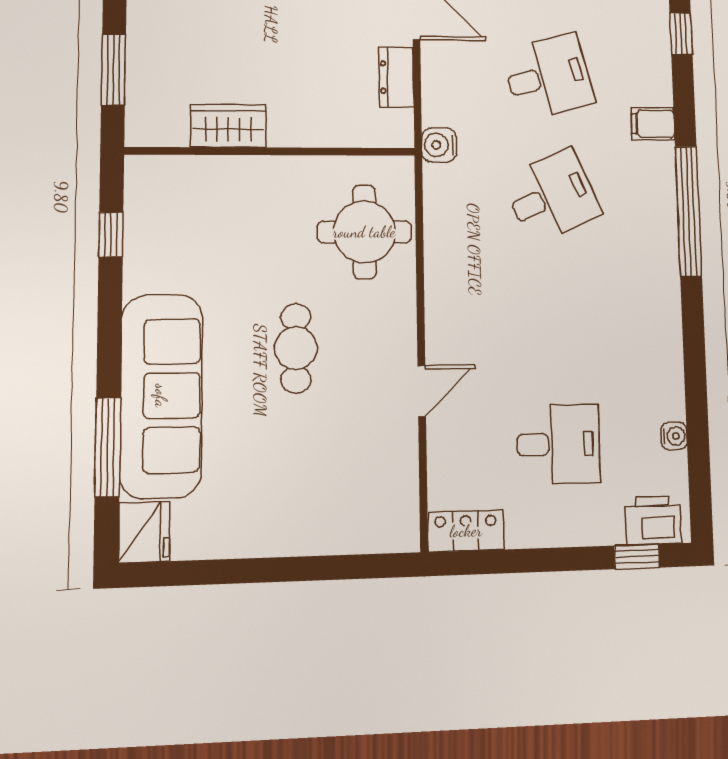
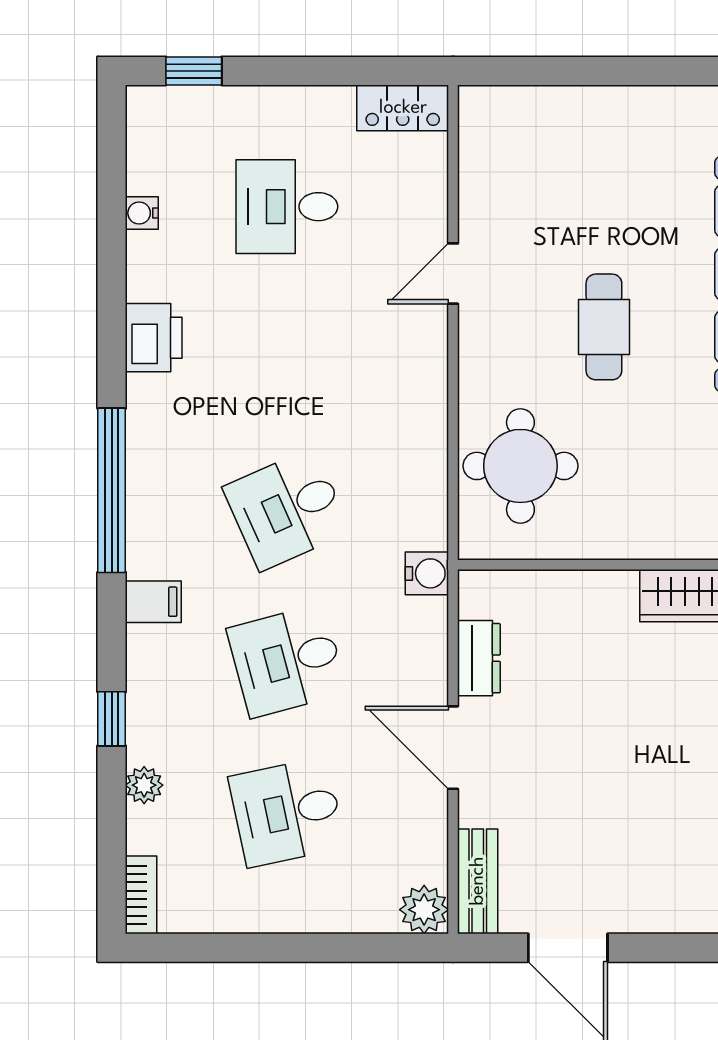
printer: (653, 520) -> (154, 338), moved, turned -90

